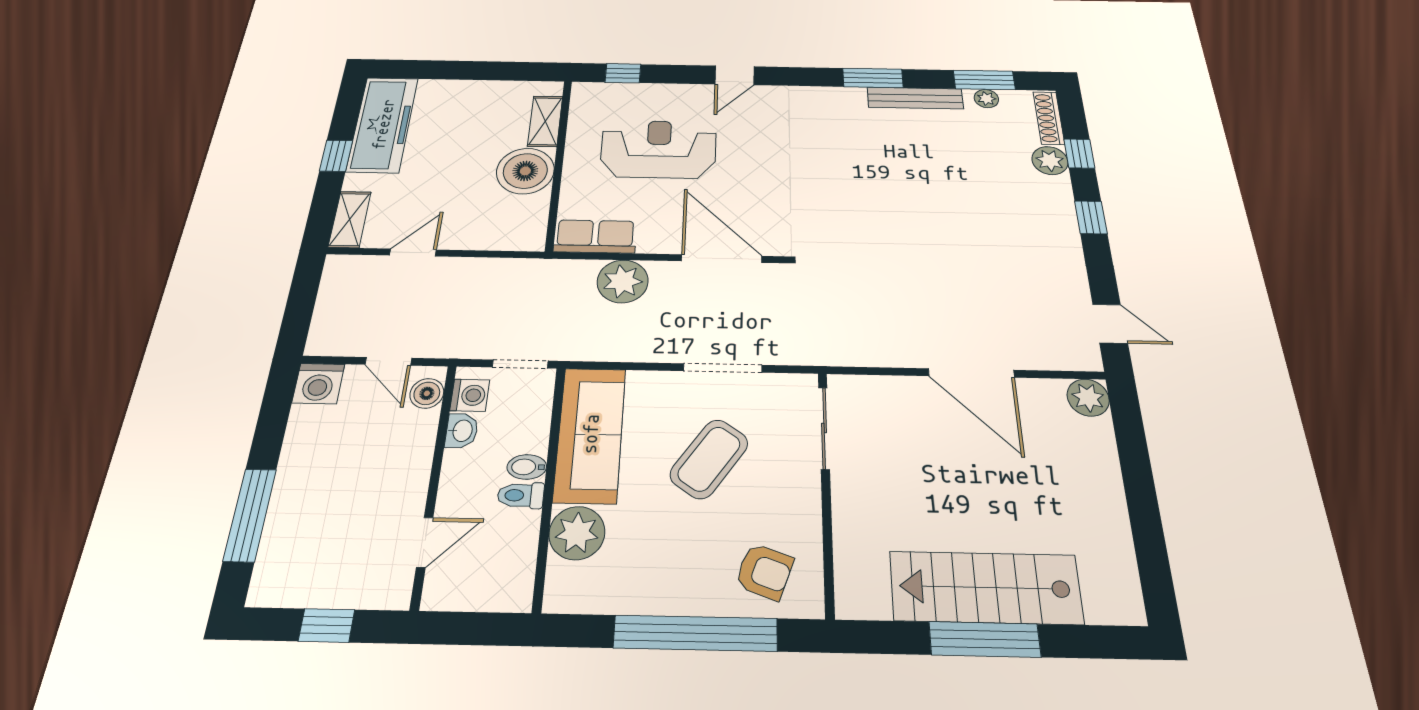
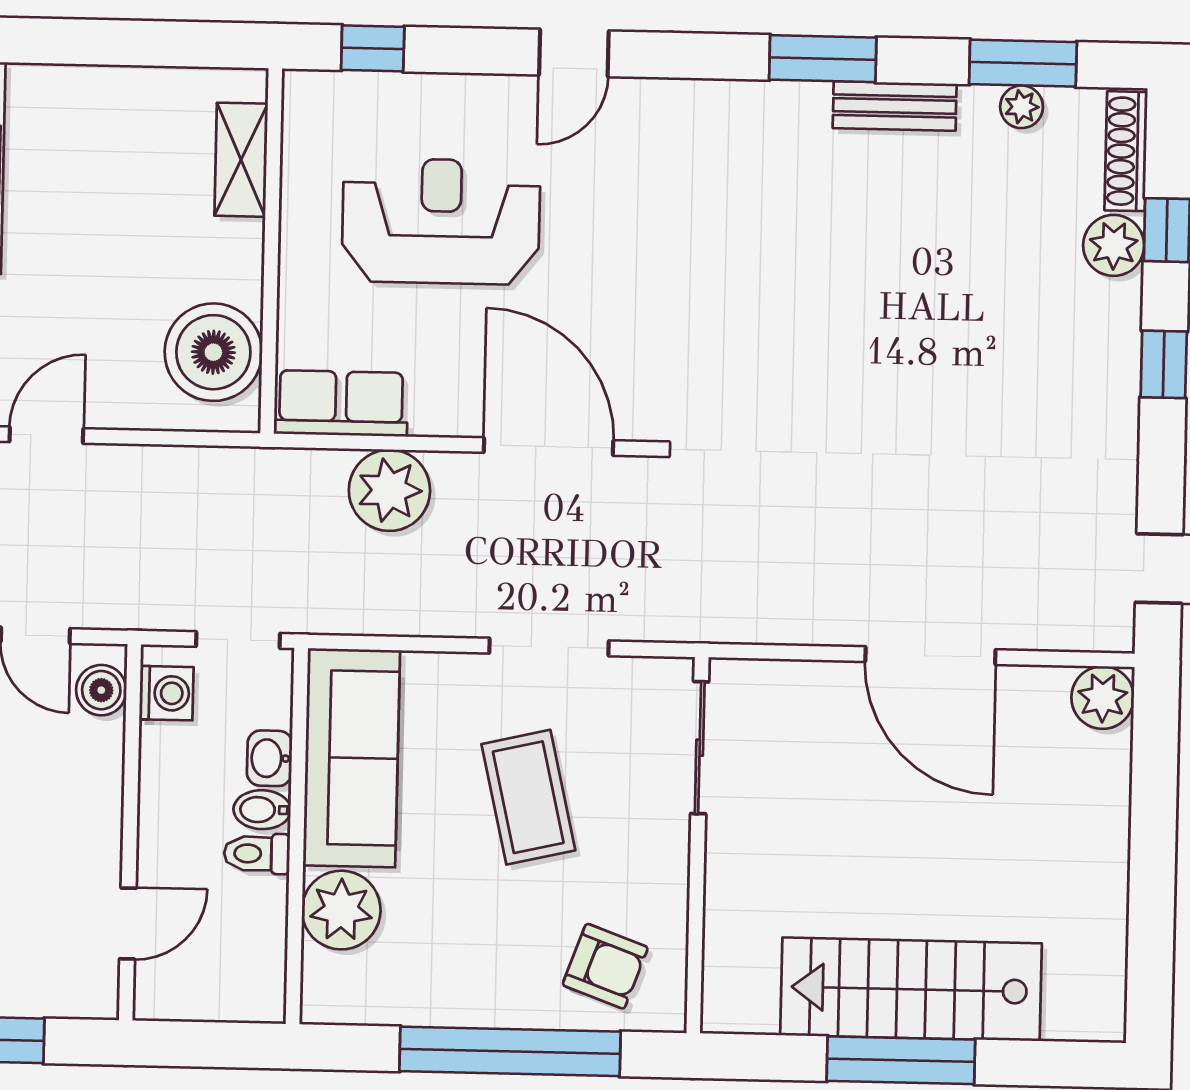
bench: (915, 98) -> (895, 106), width x0.73
boiler: (525, 171) -> (213, 352), moved
washbasin: (462, 431) -> (270, 758), moved, turned 180
coffee table: (709, 459) -> (528, 797), turned -48

